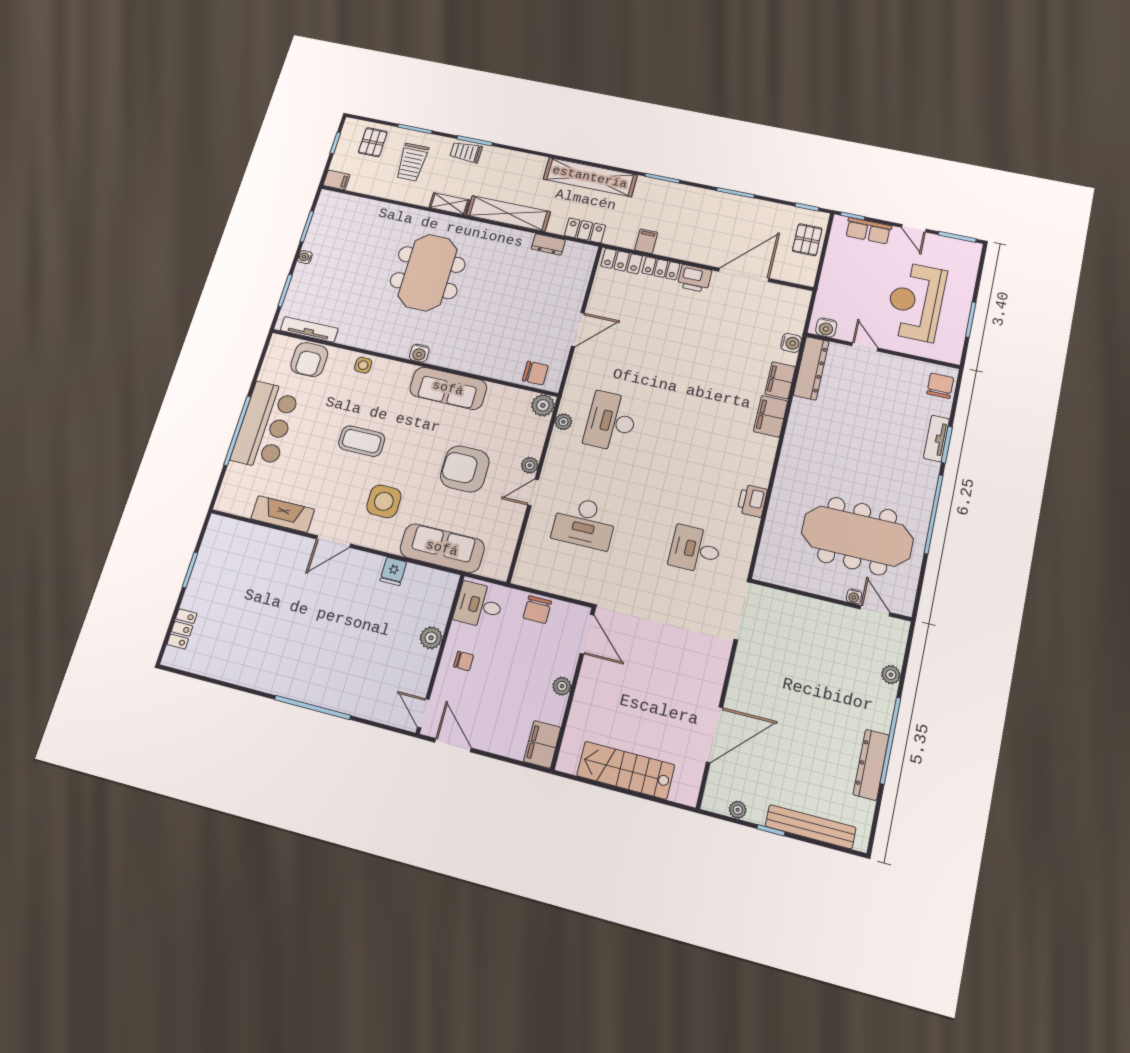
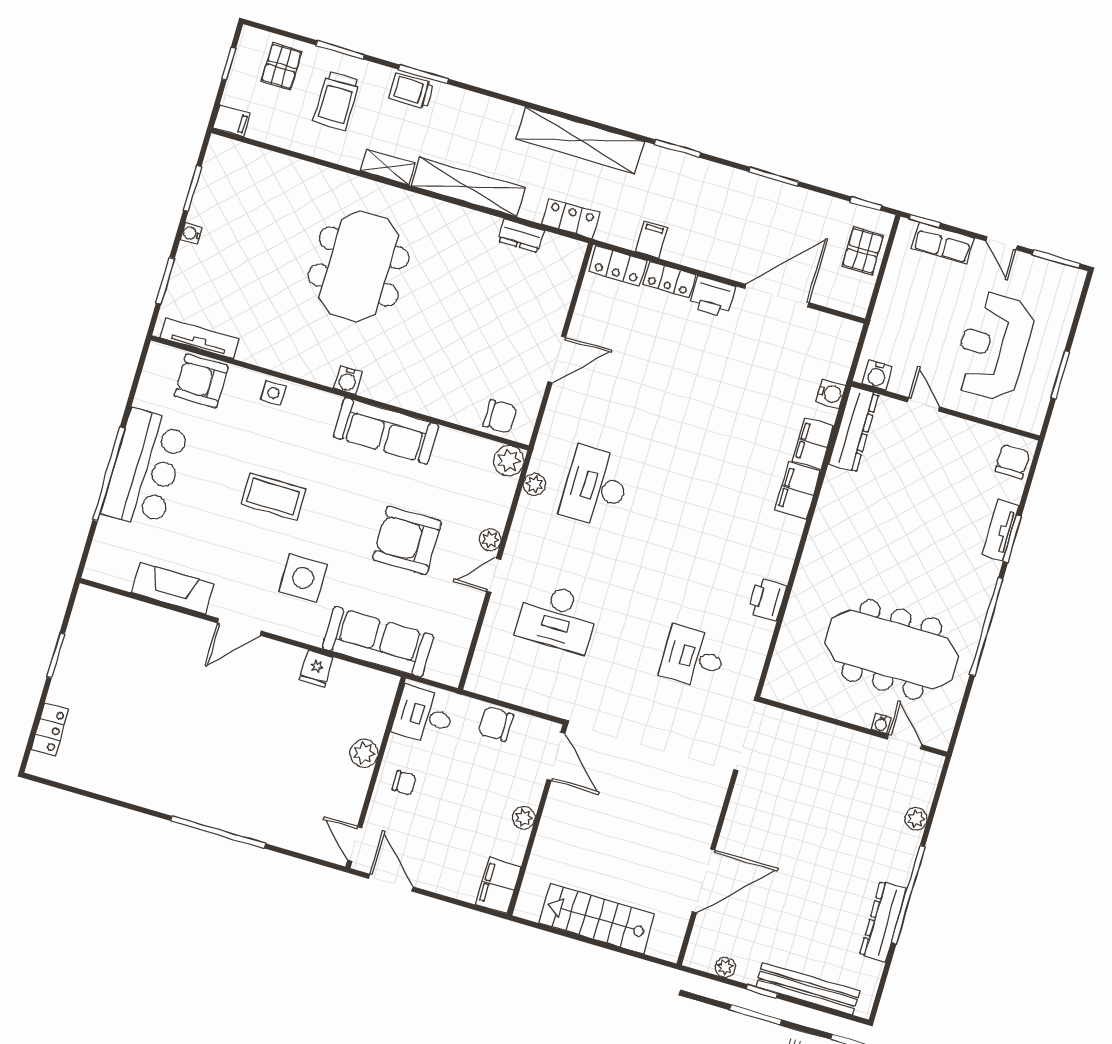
armchair: (309, 360) -> (201, 381), turned 90
chair: (537, 610) -> (496, 724), turned 90

